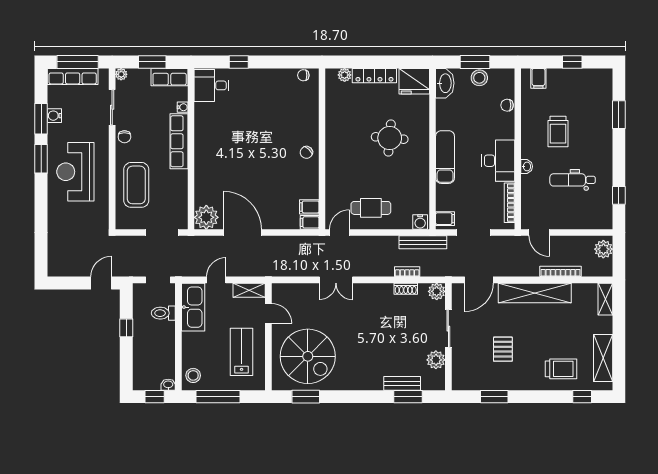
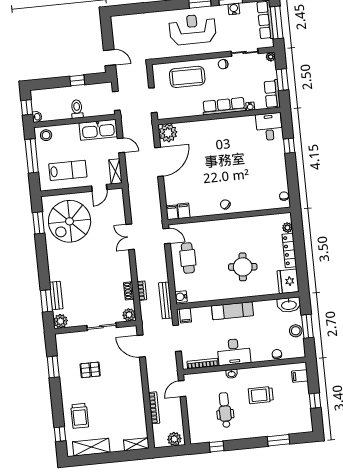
shelving: (535, 293) -> (136, 390), removed
toilet: (163, 313) -> (77, 109), moved
plant: (436, 360) -> (61, 321), moved

